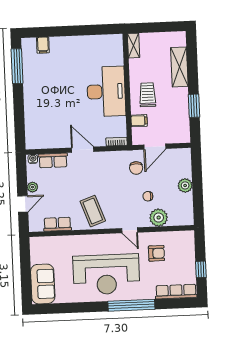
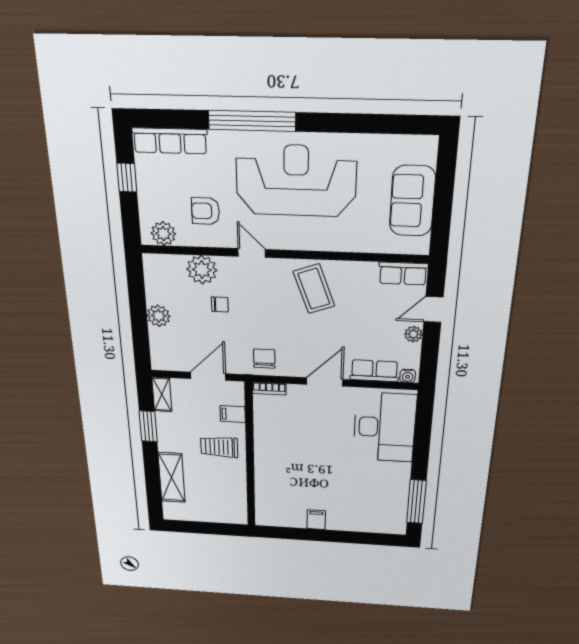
filing cabinet: (43, 45) -> (316, 520), moved
shelving: (134, 46) -> (162, 394), moved
desk: (106, 91) -> (385, 427), moved, turned 180
trolley: (148, 95) -> (219, 447), turned 90
door: (83, 150) -> (325, 382), swing flipped
chair: (136, 168) -> (264, 359), moved
row of seats: (57, 224) -> (403, 273), moved
plant: (181, 238) -> (163, 234), added
sofa: (43, 284) -> (412, 201), moved

